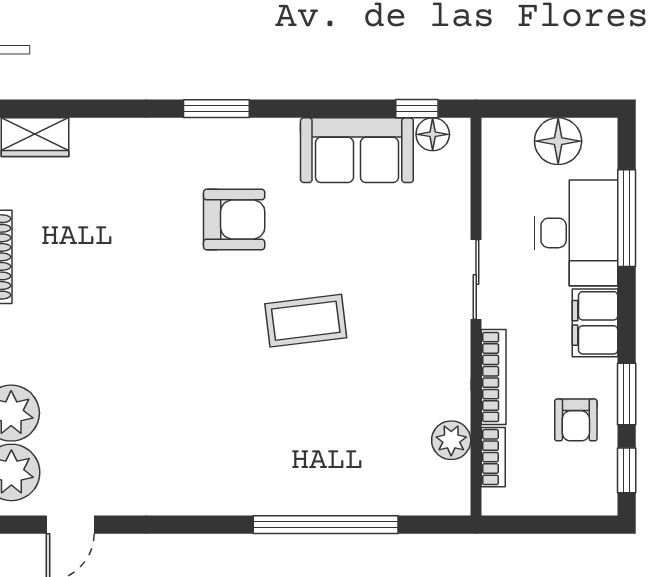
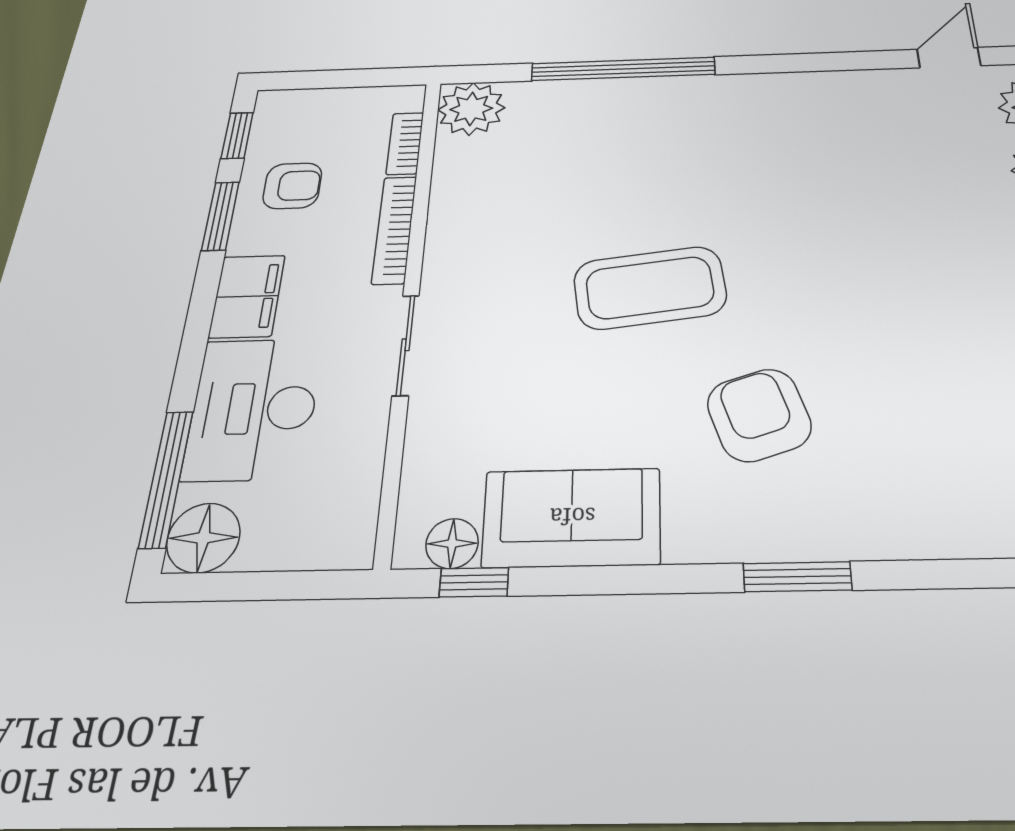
floor lamp: (558, 141) -> (203, 538), moved
window: (627, 218) -> (166, 478), moved
armchair: (234, 219) -> (759, 415), turned 72
coffee table: (306, 321) -> (650, 288), width x1.36, depth x1.32
armchair: (576, 420) -> (292, 186), turned 90
plant: (451, 440) -> (471, 109), moved, width x1.36, depth x1.36

